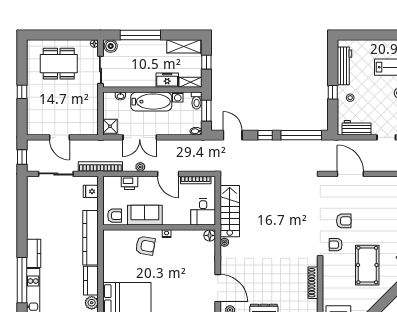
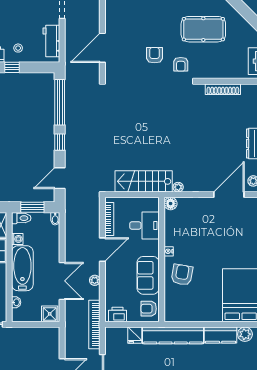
printer: (129, 183) -> (117, 314), moved, turned -90
fridge: (91, 191) -> (135, 335), moved
desk: (203, 212) -> (144, 226), moved
armchair: (115, 216) -> (149, 309), turned -90

